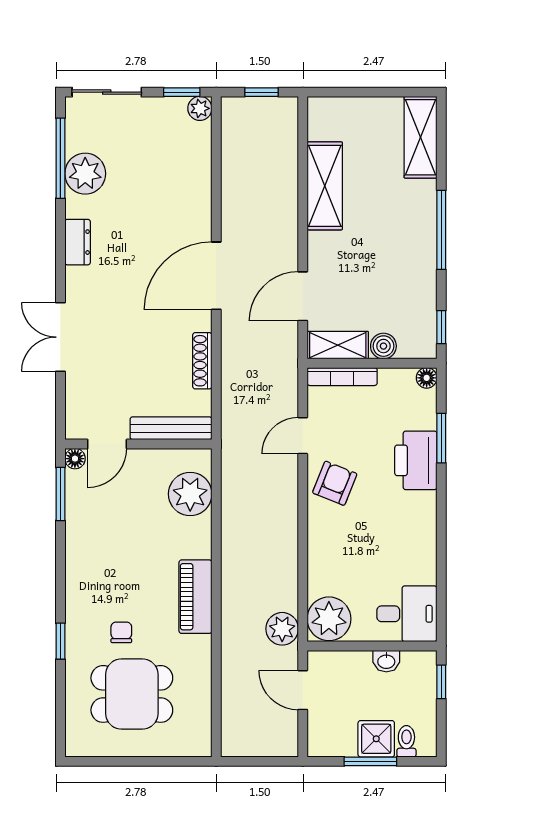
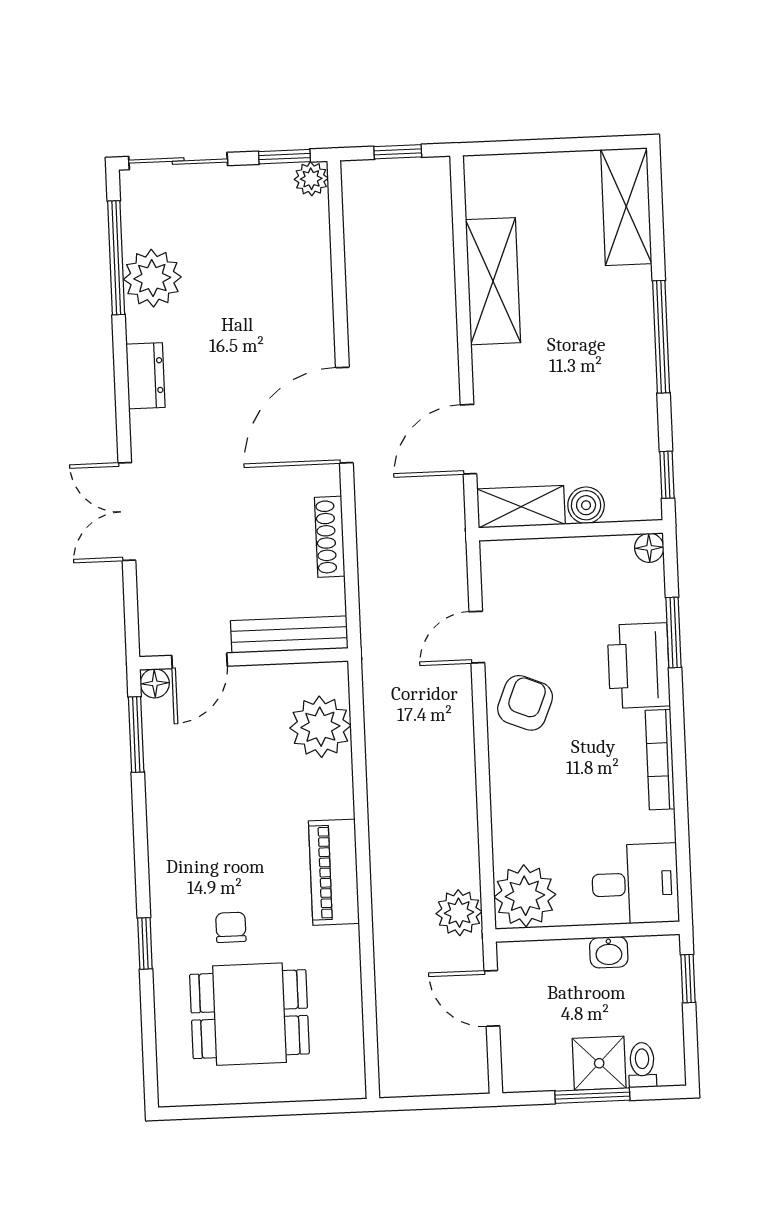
bookcase: (342, 377) -> (660, 760), moved, turned 90

